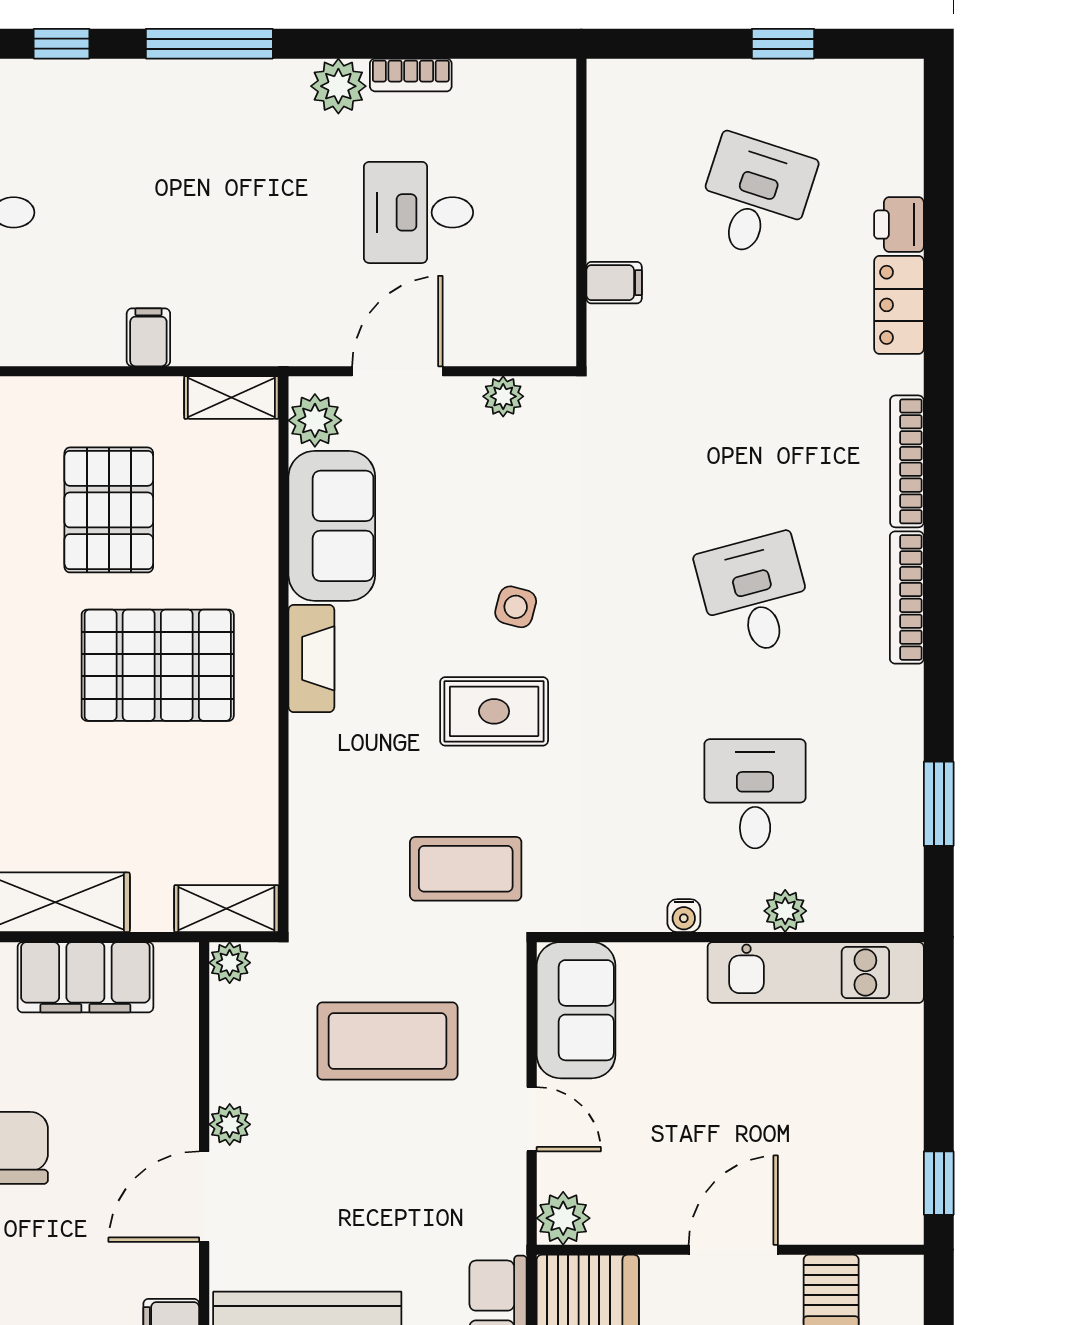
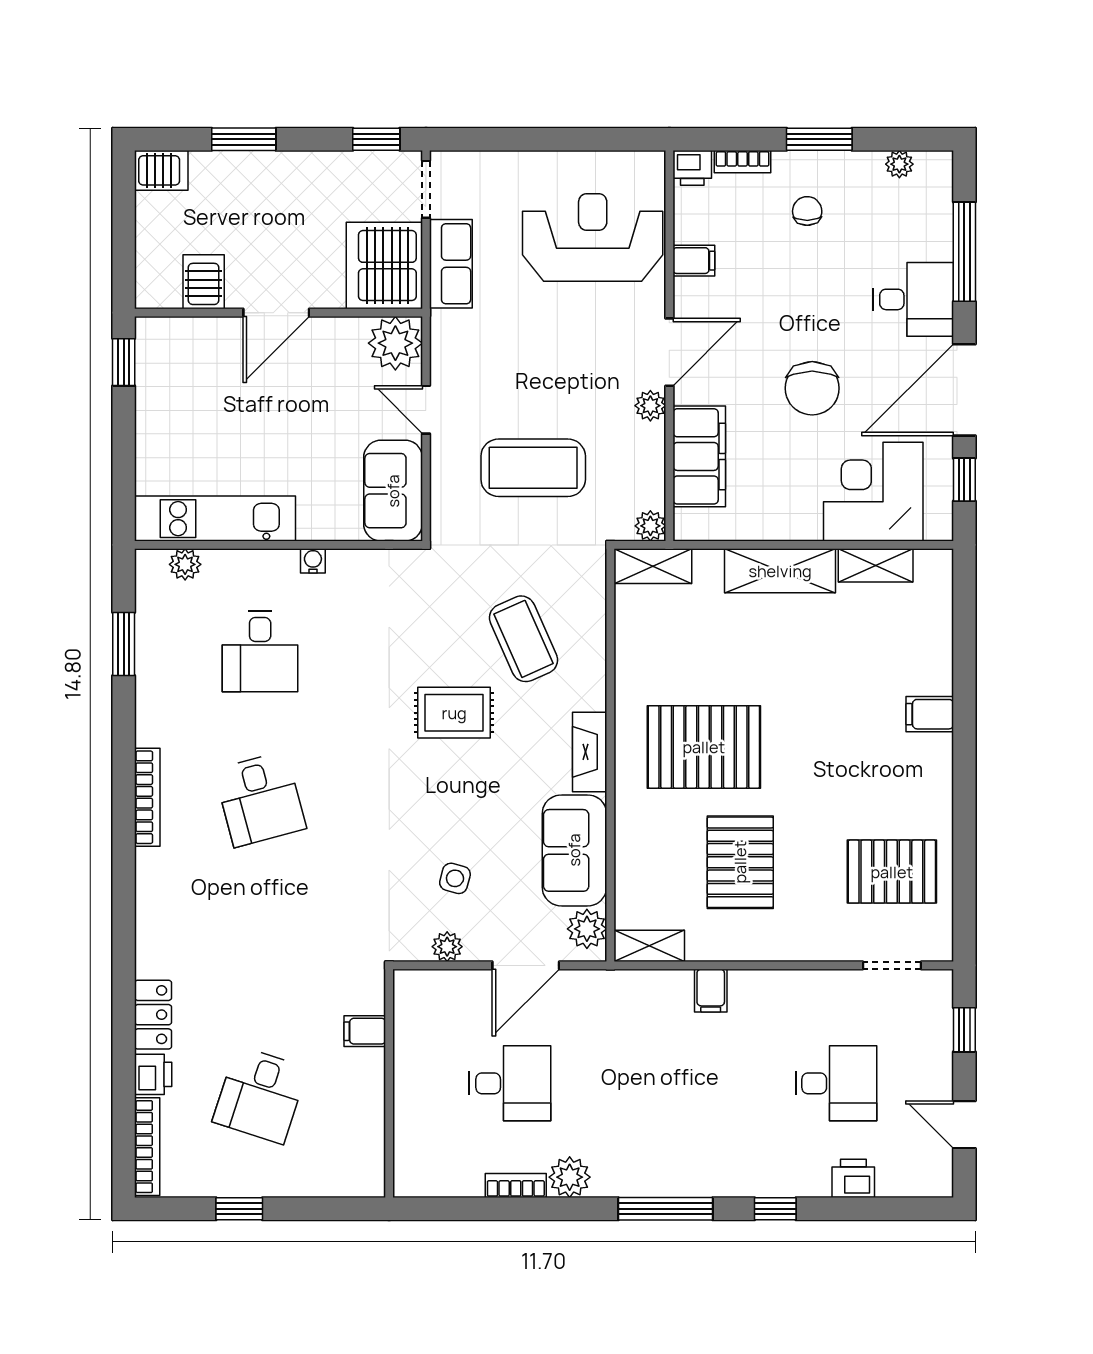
bookcase: (907, 461) -> (147, 1147), moved
side table: (516, 607) -> (455, 878), moved
coffee table: (466, 869) -> (524, 639), moved, turned 66
plant: (785, 911) -> (185, 564), moved
filing cabinet: (85, 977) -> (699, 456), moved, turned 90
plant: (563, 1218) -> (395, 343), width x1.36, depth x1.36

